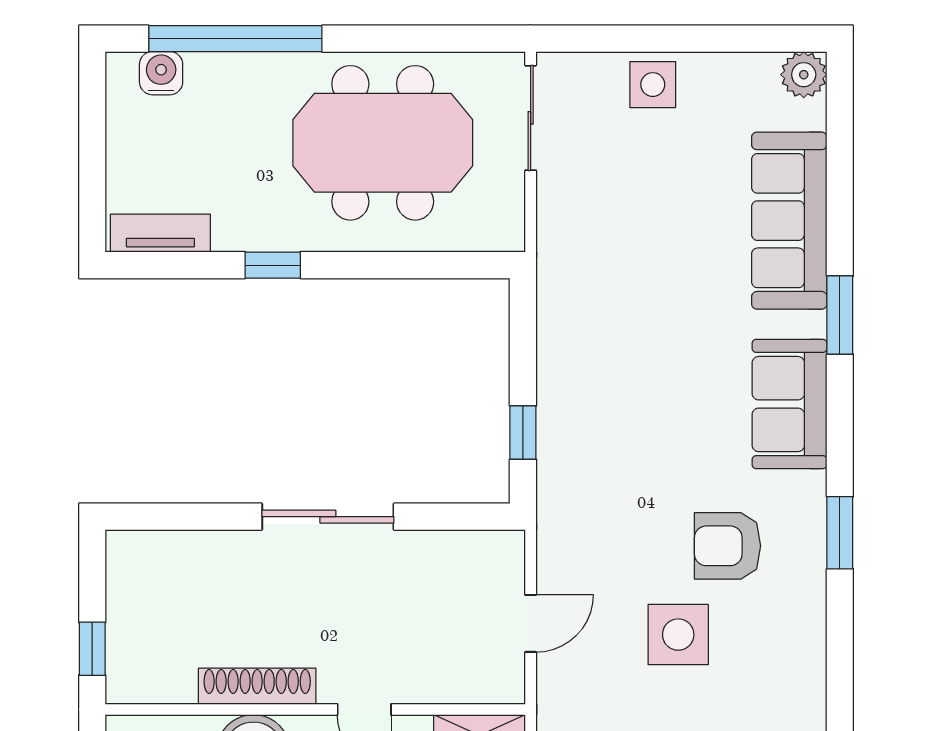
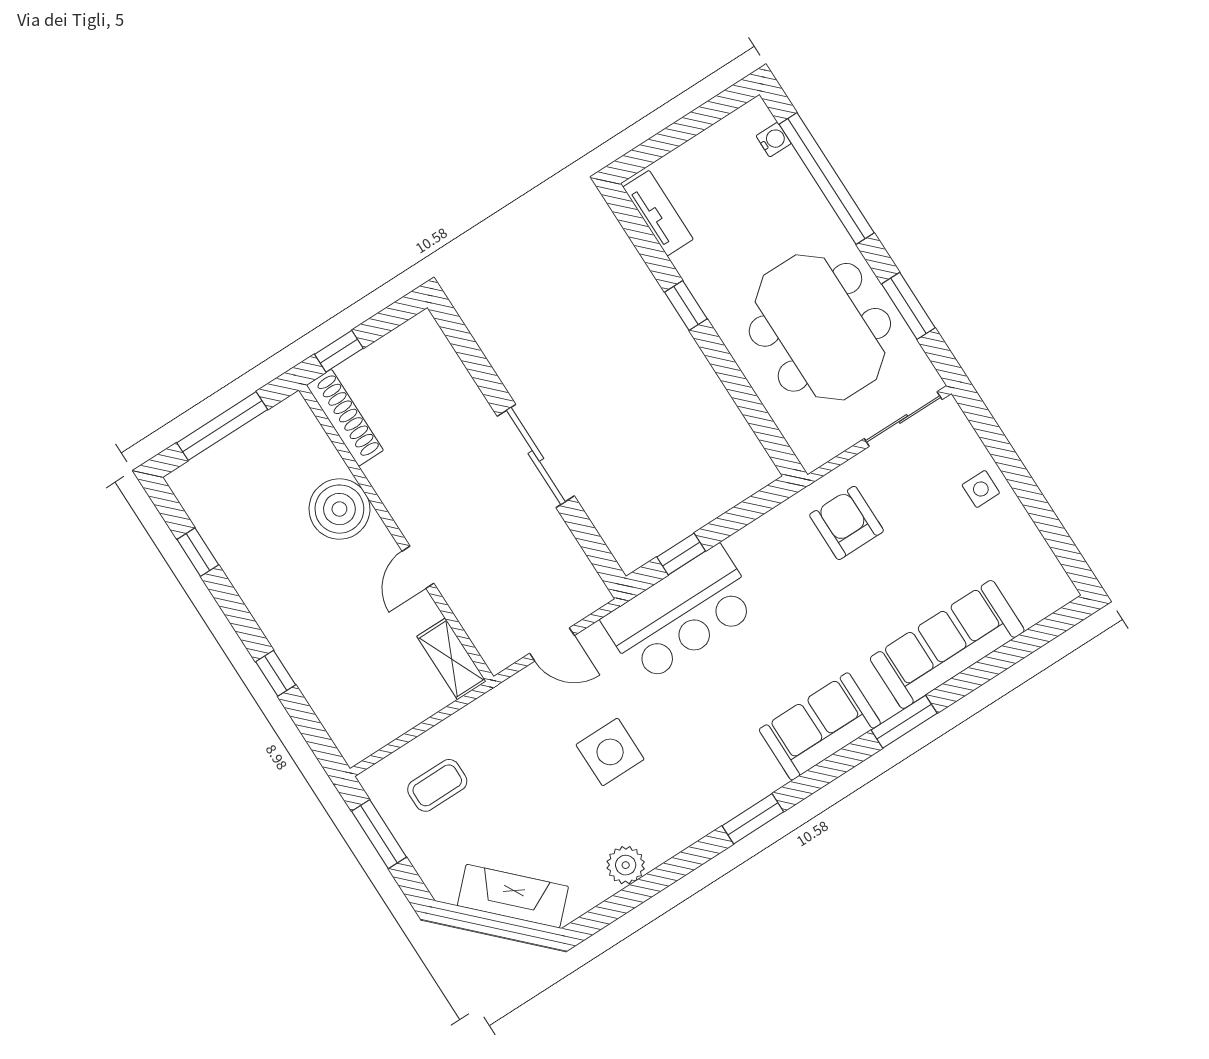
window: (419, 39) -> (908, 306), added
water cooler: (161, 73) -> (774, 140), width x0.72, depth x0.72
plant: (804, 75) -> (626, 865), moved
side table: (653, 85) -> (981, 489), width x0.73, depth x0.73
bar counter: (584, 472) -> (681, 614), added
armchair: (728, 546) -> (846, 523), moved
shoe rack: (257, 686) -> (345, 418), moved

